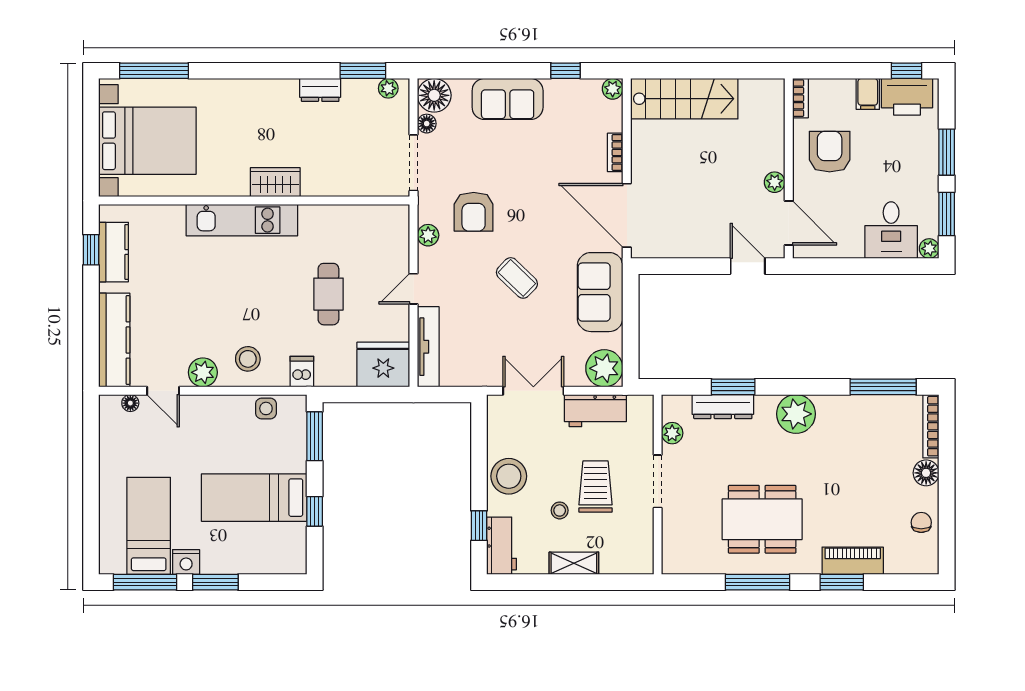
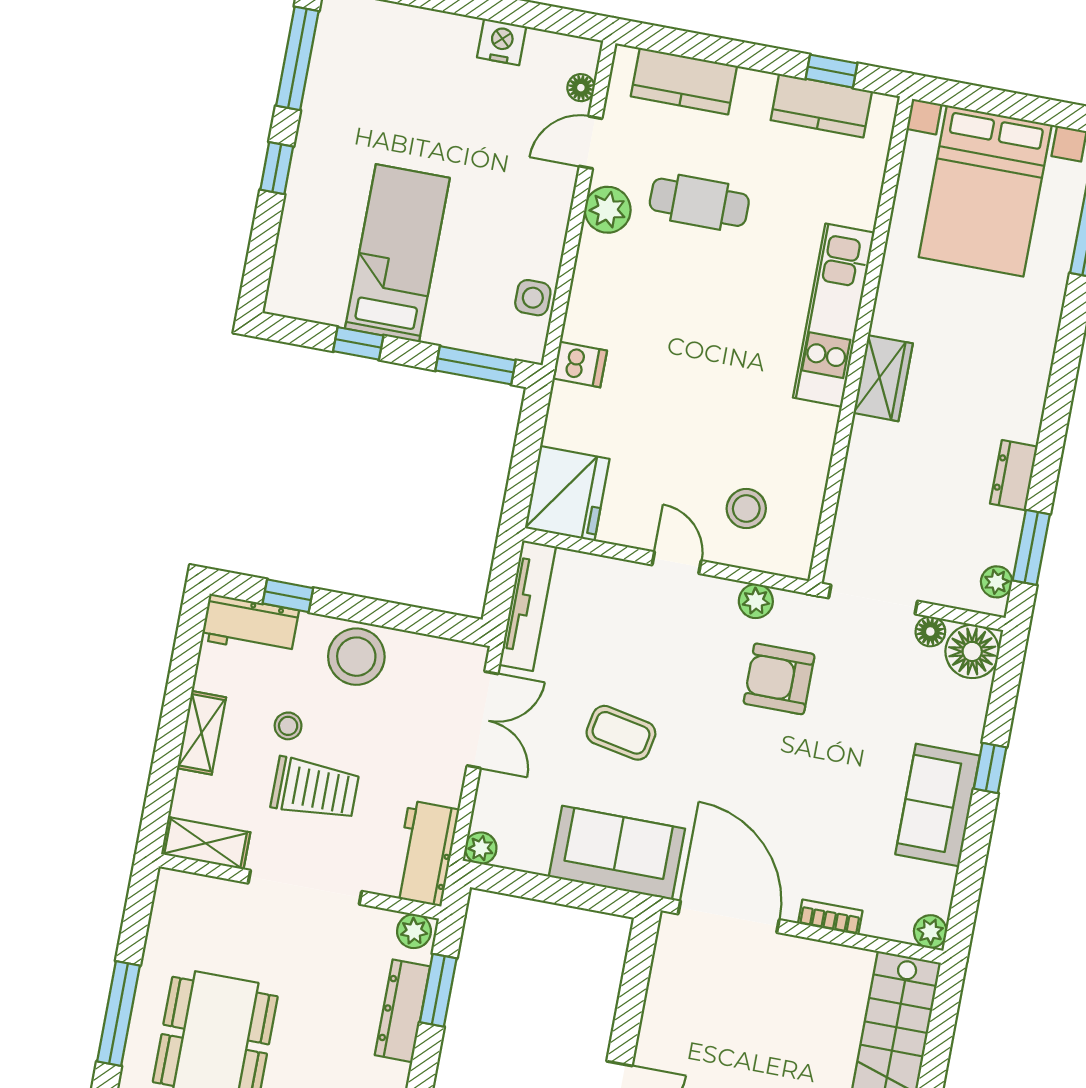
window: (565, 71) -> (990, 768), moved
sofa: (508, 99) -> (938, 805), moved
door: (627, 215) -> (729, 917), hinge flipped
coffee table: (517, 278) -> (621, 733), moved, turned 57
cafe table: (328, 294) -> (699, 202), moved
kitchen counter: (114, 340) -> (684, 81), width x0.67
tv unit: (428, 347) -> (528, 606), moved, turned -90
stool: (248, 359) -> (746, 509), moved
plant: (604, 368) -> (481, 848), width x0.53, depth x0.53
window: (733, 387) -> (438, 990), moved
workbench: (595, 411) -> (425, 853), moved
plant: (672, 433) -> (414, 931), moved
doorway: (658, 481) -> (305, 887), width x1.36
bed: (149, 526) -> (384, 80), removed
shelving: (642, 548) -> (206, 843), added
nightstand: (186, 562) -> (502, 42), moved, turned 90
window: (215, 582) -> (277, 168), width x0.67

